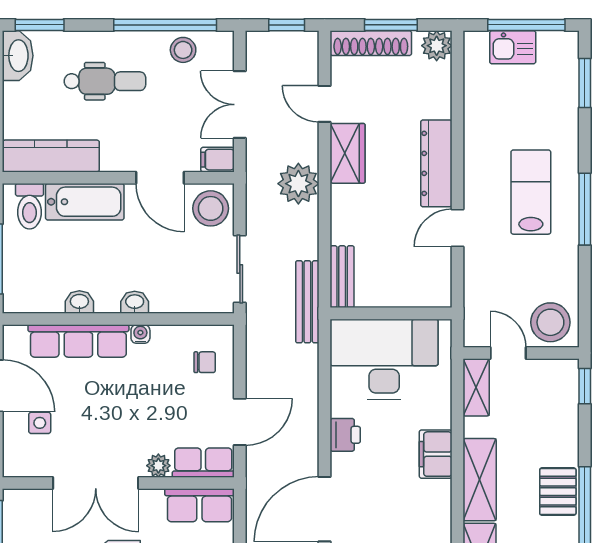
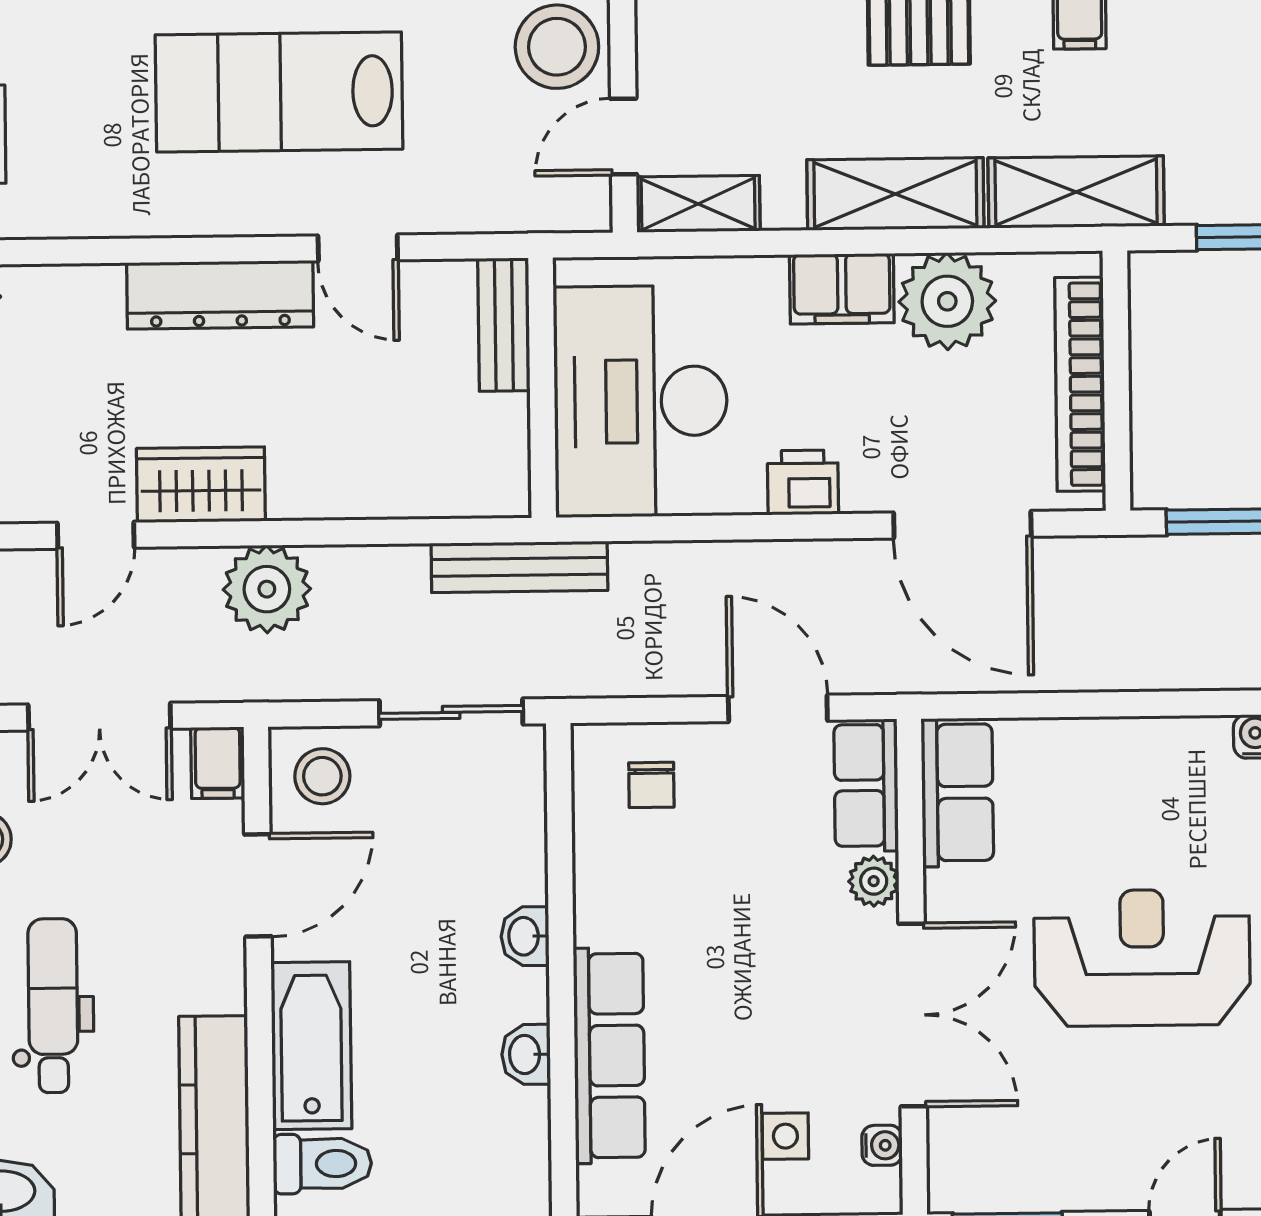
lab bench: (531, 192) -> (279, 92), width x1.36, depth x1.39
stool: (211, 208) -> (322, 776), width x0.73, depth x0.73
bench: (342, 277) -> (504, 325), moved, turned 90
water cooler: (140, 334) -> (882, 1145), moved, turned 180
chair: (205, 362) -> (651, 785), turned 180
plant: (429, 503) -> (947, 301), added

